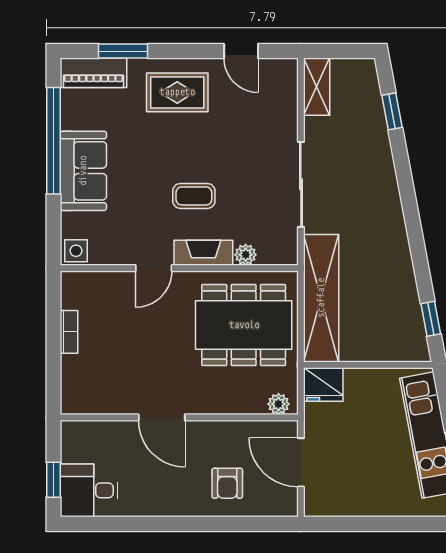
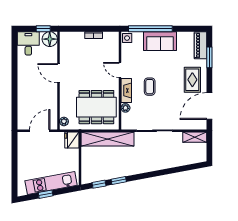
door: (241, 51) -> (209, 106), width x1.87
window: (392, 111) -> (119, 181), moved
window: (53, 141) -> (150, 29), moved
dining table: (244, 325) -> (96, 107), turned 90
door: (162, 417) -> (58, 73), hinge flipped
floor lamp: (79, 438) -> (50, 39), added
window: (53, 480) -> (43, 29), moved
armchair: (227, 483) -> (31, 100), removed

